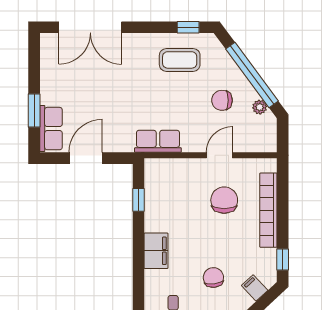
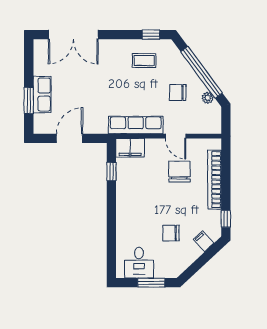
coffee table: (180, 60) -> (144, 60), width x0.73, depth x0.77
row of seats: (51, 129) -> (42, 95), moved
row of seats: (158, 141) -> (136, 125), width x1.48
door: (219, 155) -> (176, 136), swing flipped
filing cabinet: (156, 251) -> (130, 148), moved, turned 90
chair: (213, 278) -> (171, 233), turned -83

